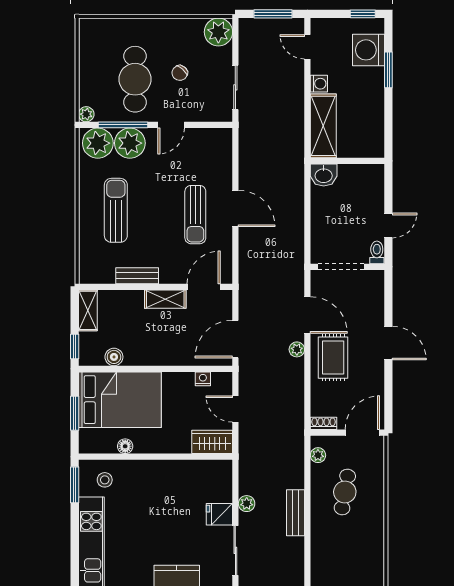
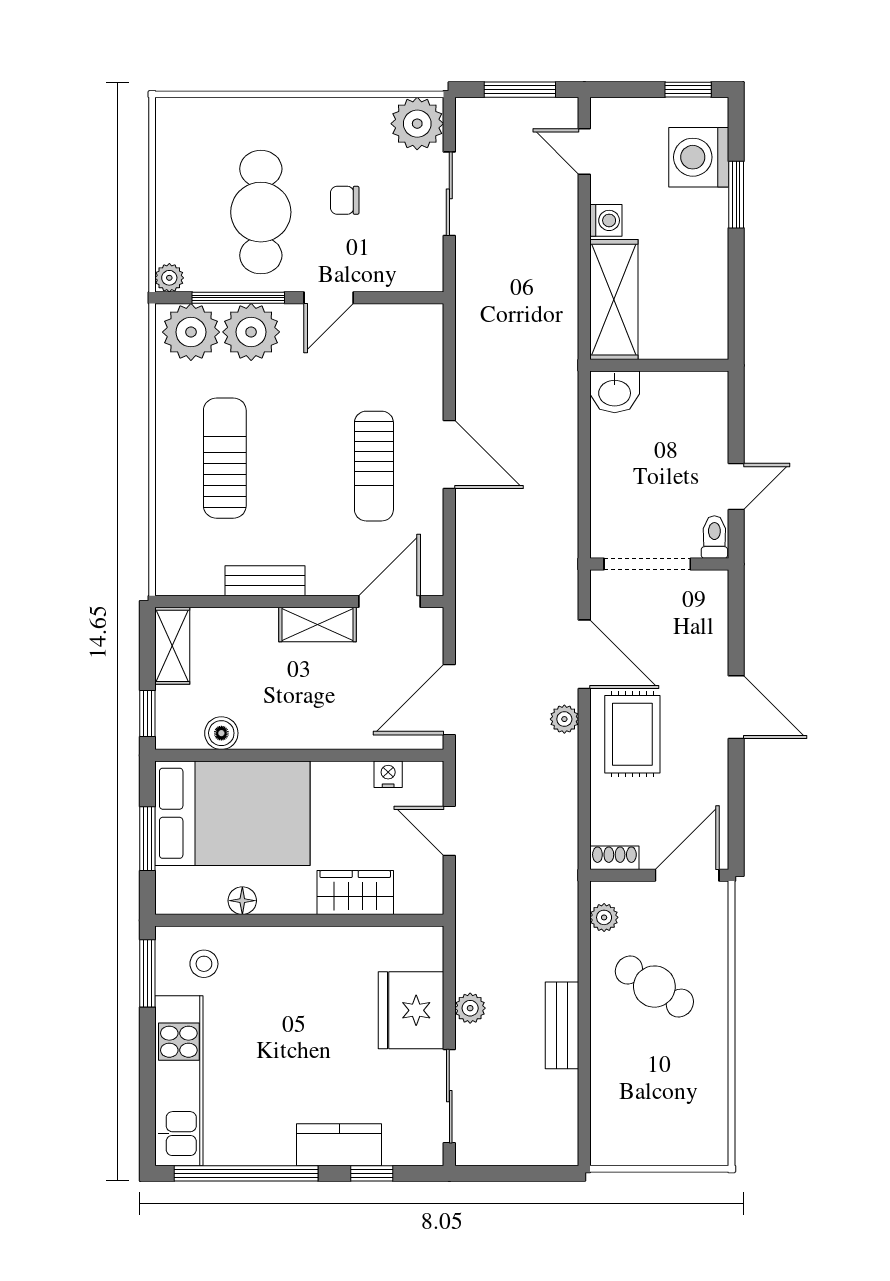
chair: (180, 73) -> (345, 200), turned 48
sliding door: (235, 87) -> (449, 194), moved
wardrobe: (212, 442) -> (355, 893), moved
cafe table: (345, 492) -> (654, 987), turned -67
fridge: (219, 514) -> (411, 1010), width x1.88, depth x1.34

